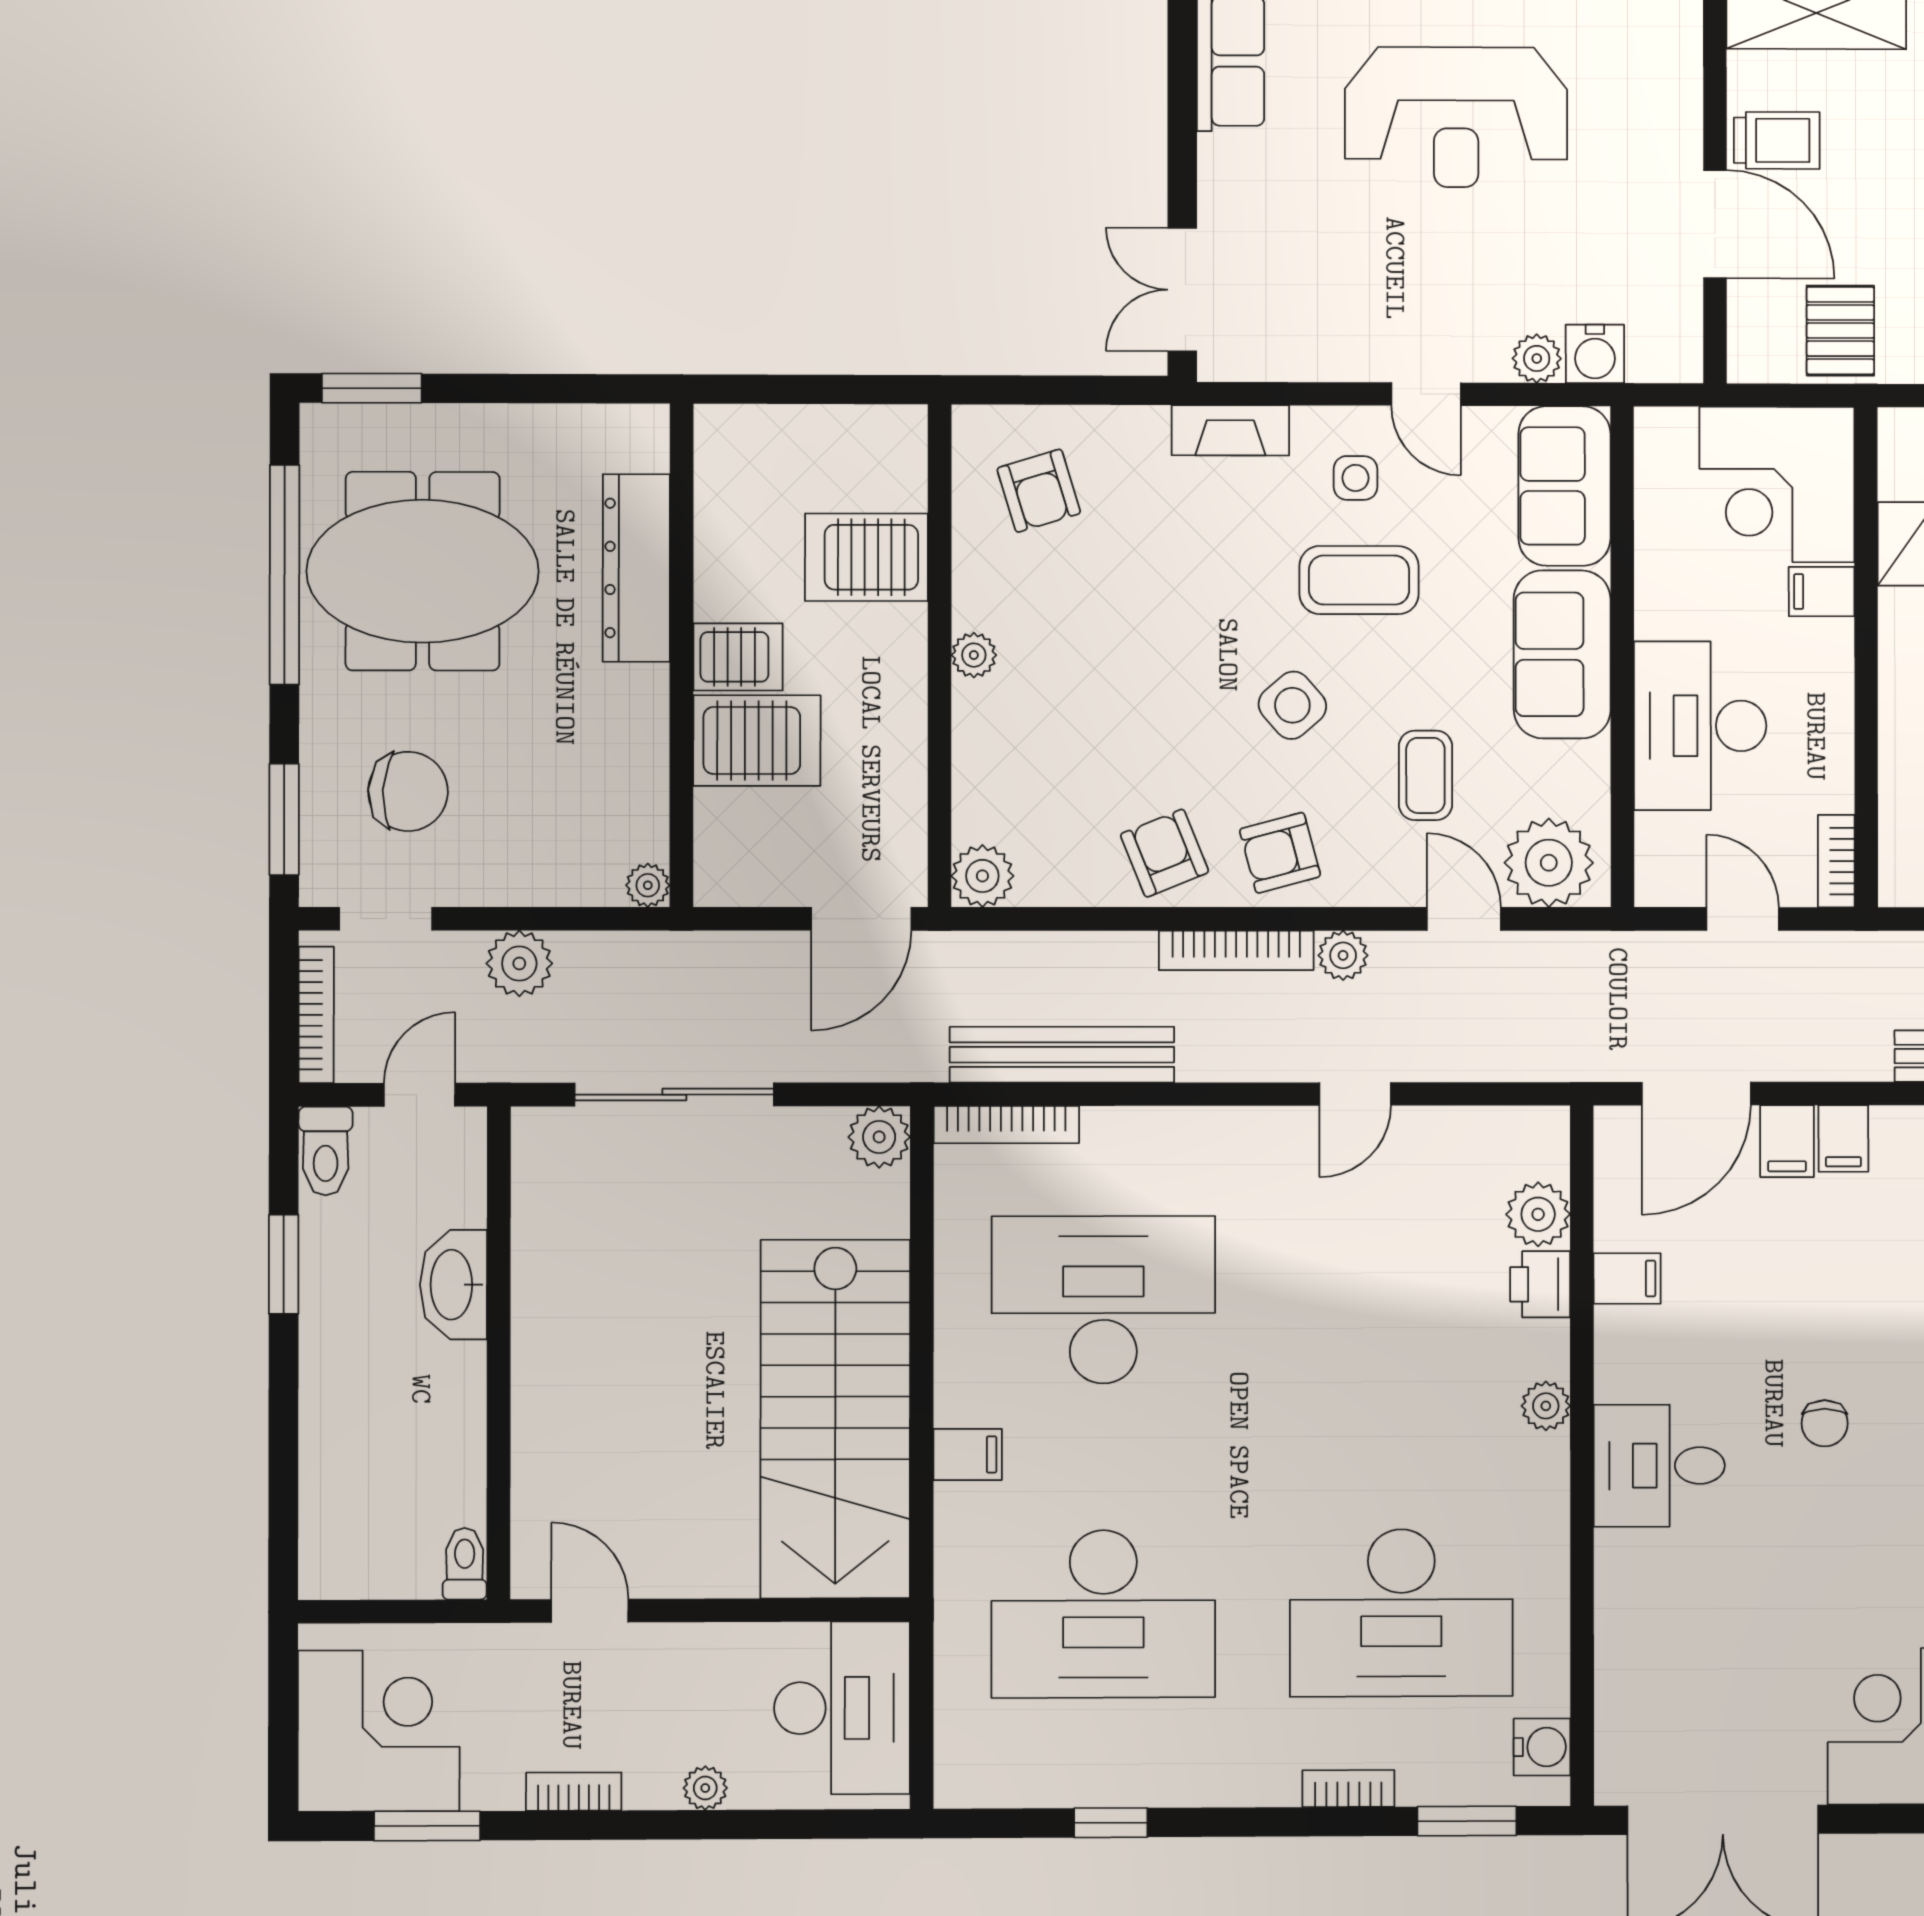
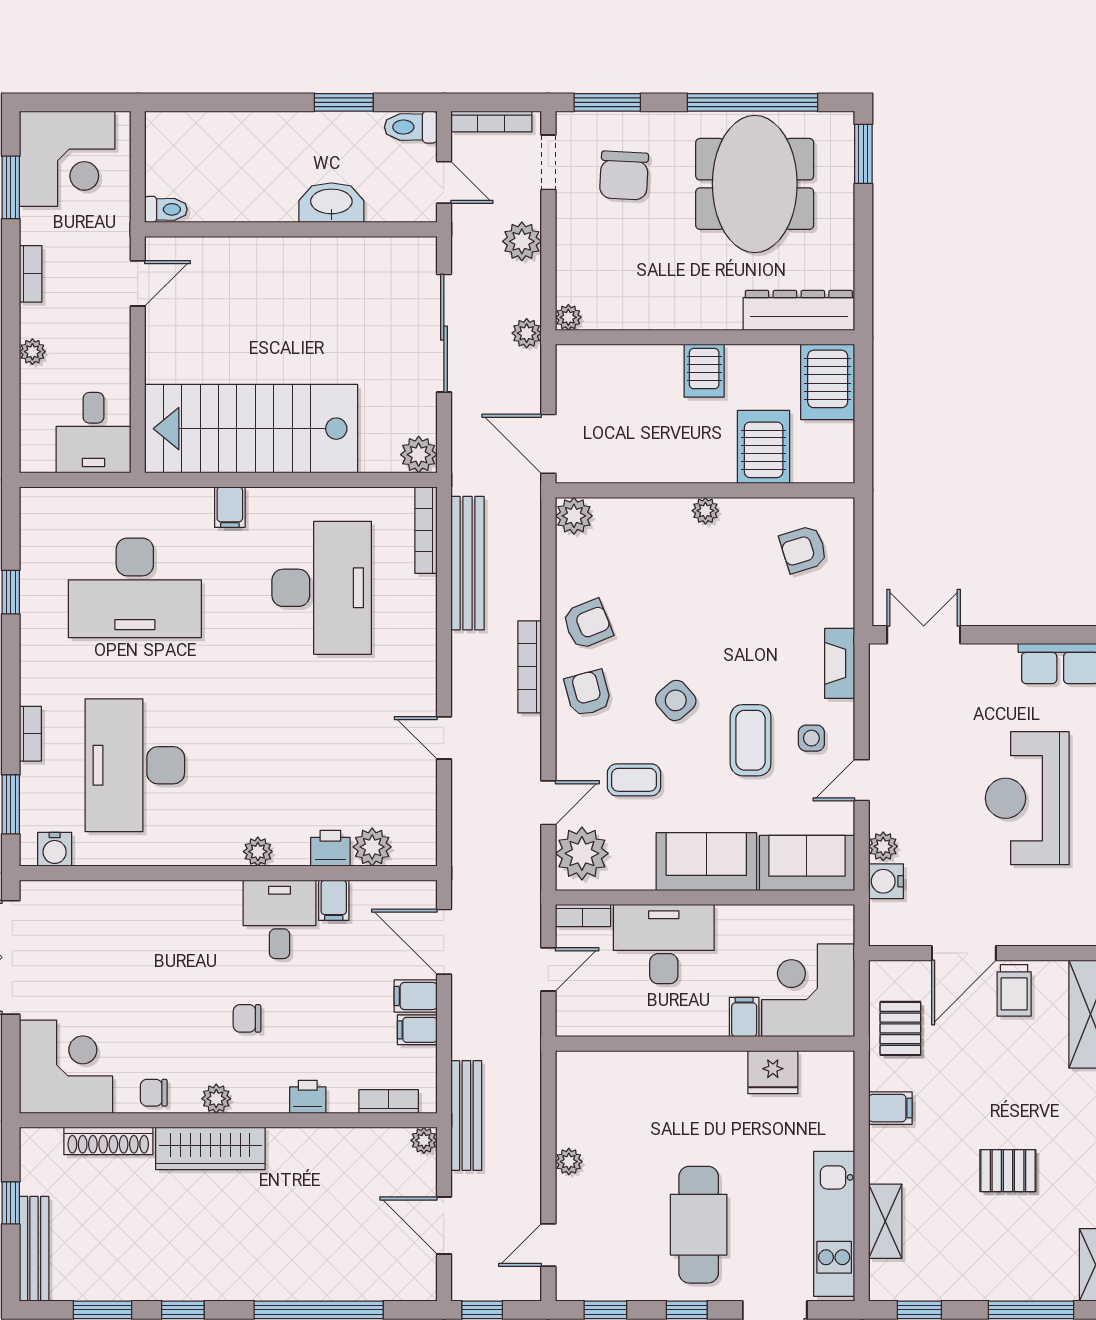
pallet: (1840, 331) -> (900, 1028), turned 90
dresser: (636, 568) -> (799, 310), moved
server rack: (757, 741) -> (828, 382), moved
bookcase: (1836, 861) -> (583, 916), moved, turned 180
plant: (1343, 955) -> (527, 333), moved
desk: (1659, 1466) -> (279, 919), moved
desk: (1103, 1614) -> (135, 588), turned -90
desk: (842, 1708) -> (93, 433), width x0.73

